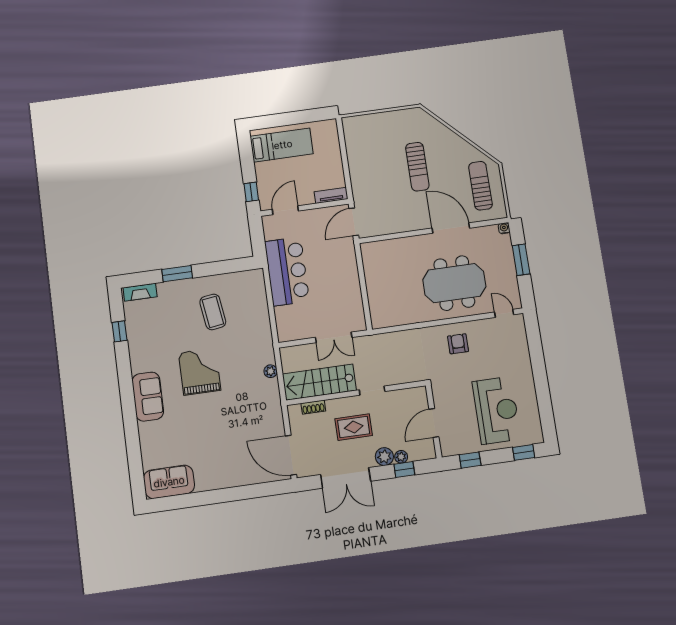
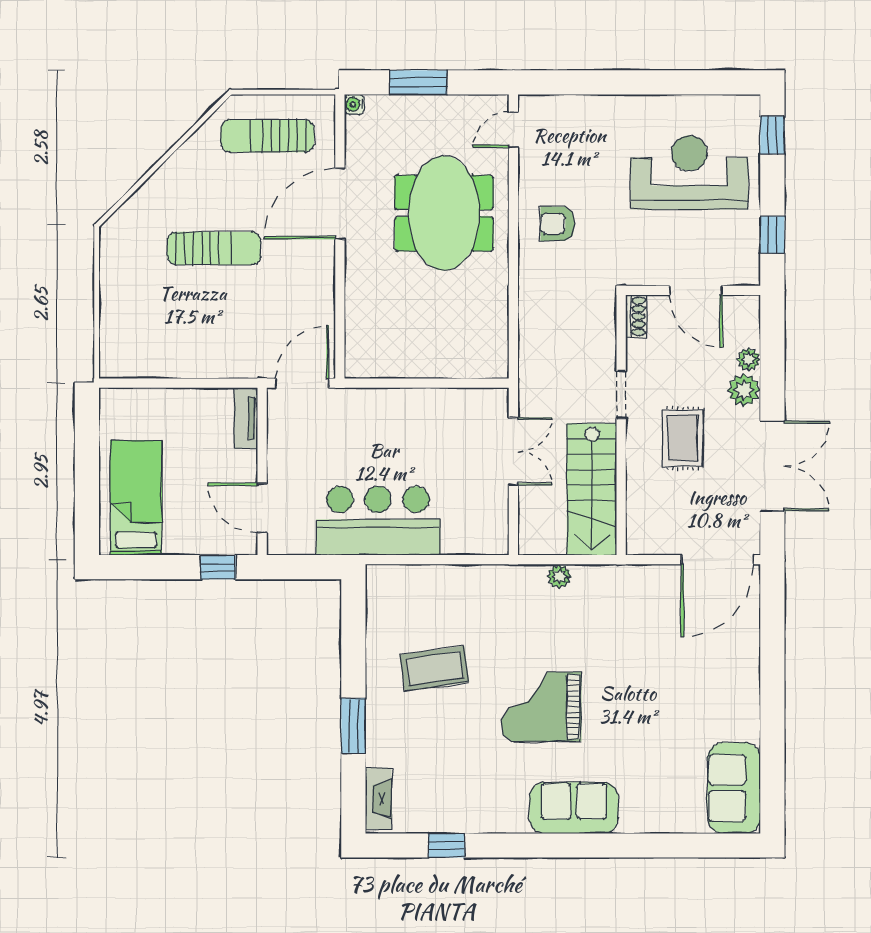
door: (354, 222) -> (302, 383), swing flipped
shoe rack: (313, 407) -> (636, 316), moved
window: (404, 470) -> (772, 357), removed

